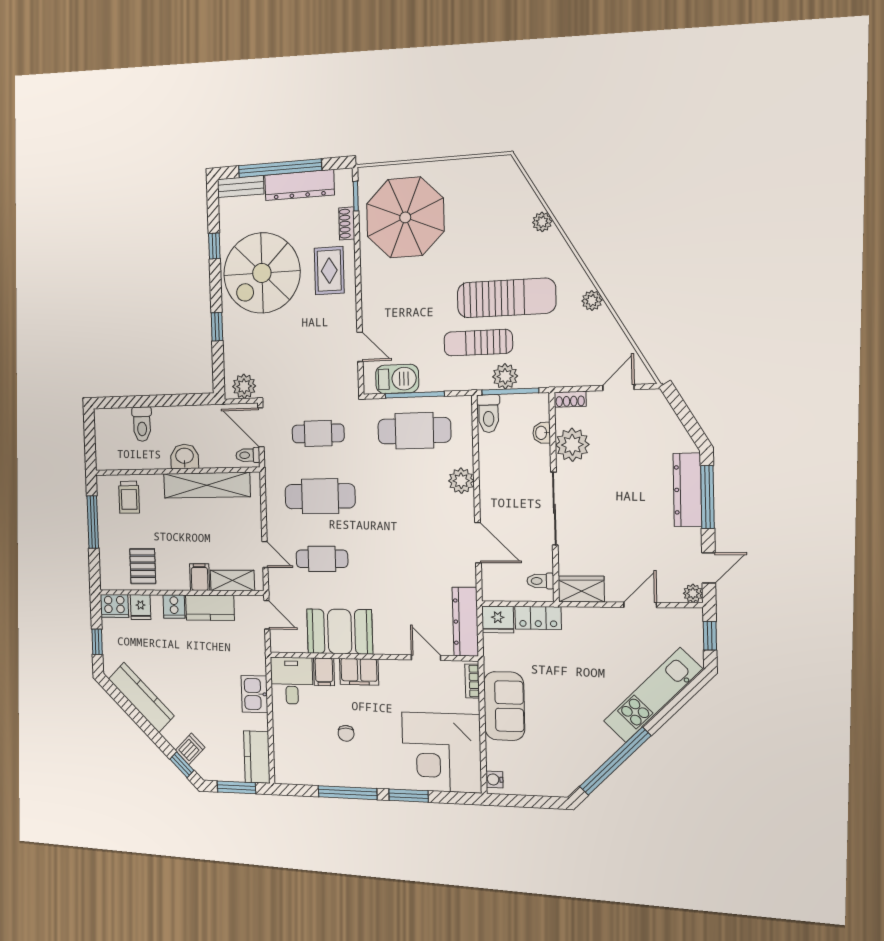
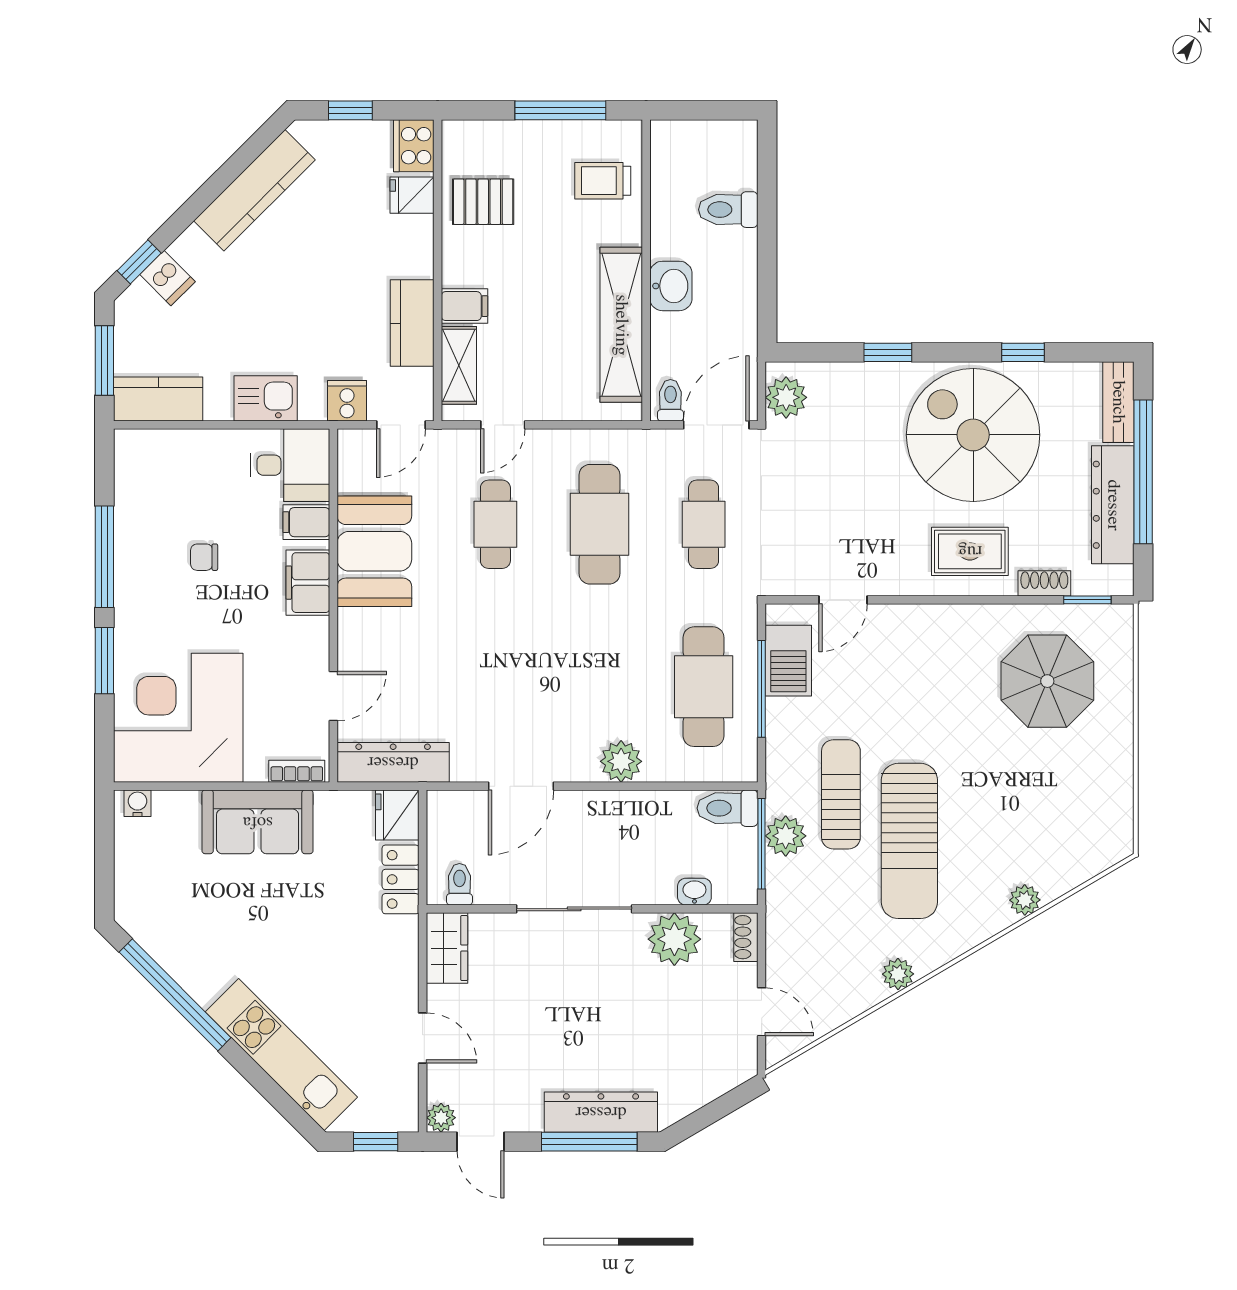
parasol: (405, 217) -> (1047, 681), width x0.73, depth x0.73
cooker: (174, 607) -> (347, 401), moved, turned 90

